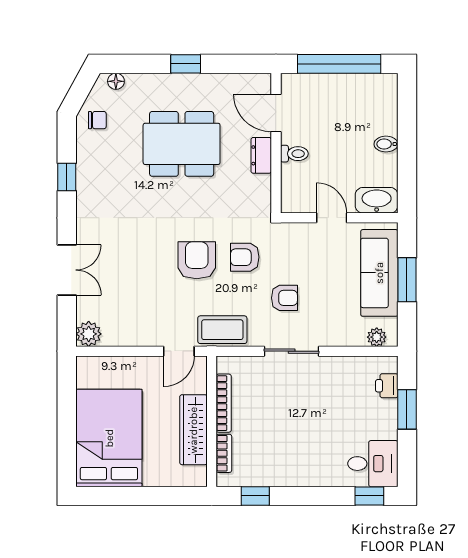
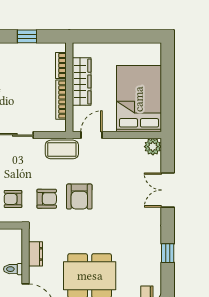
dresser: (261, 155) -> (35, 254), moved
armchair: (284, 298) -> (13, 199), moved
bed: (109, 438) -> (139, 99), moved, turned 180
window: (255, 496) -> (27, 36), moved

